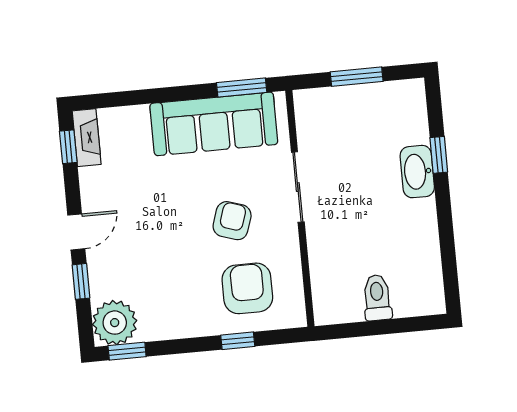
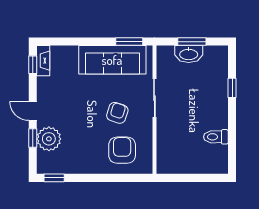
washbasin: (417, 172) -> (189, 54), moved, turned -90
door: (76, 232) -> (33, 111), swing flipped
toilet: (377, 298) -> (216, 137), moved, turned -90
plant: (115, 323) -> (49, 139), moved
window: (238, 341) -> (114, 178), removed

